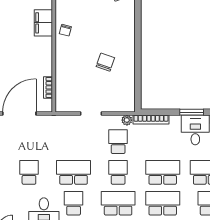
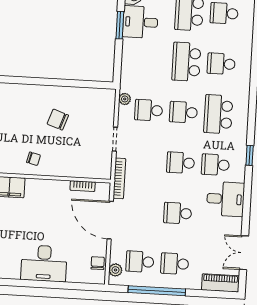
chair: (65, 30) -> (34, 159), moved
bookcase: (151, 119) -> (119, 178), moved
school desk: (74, 172) -> (181, 163), width x0.54
school desk: (163, 203) -> (221, 64), width x0.54

